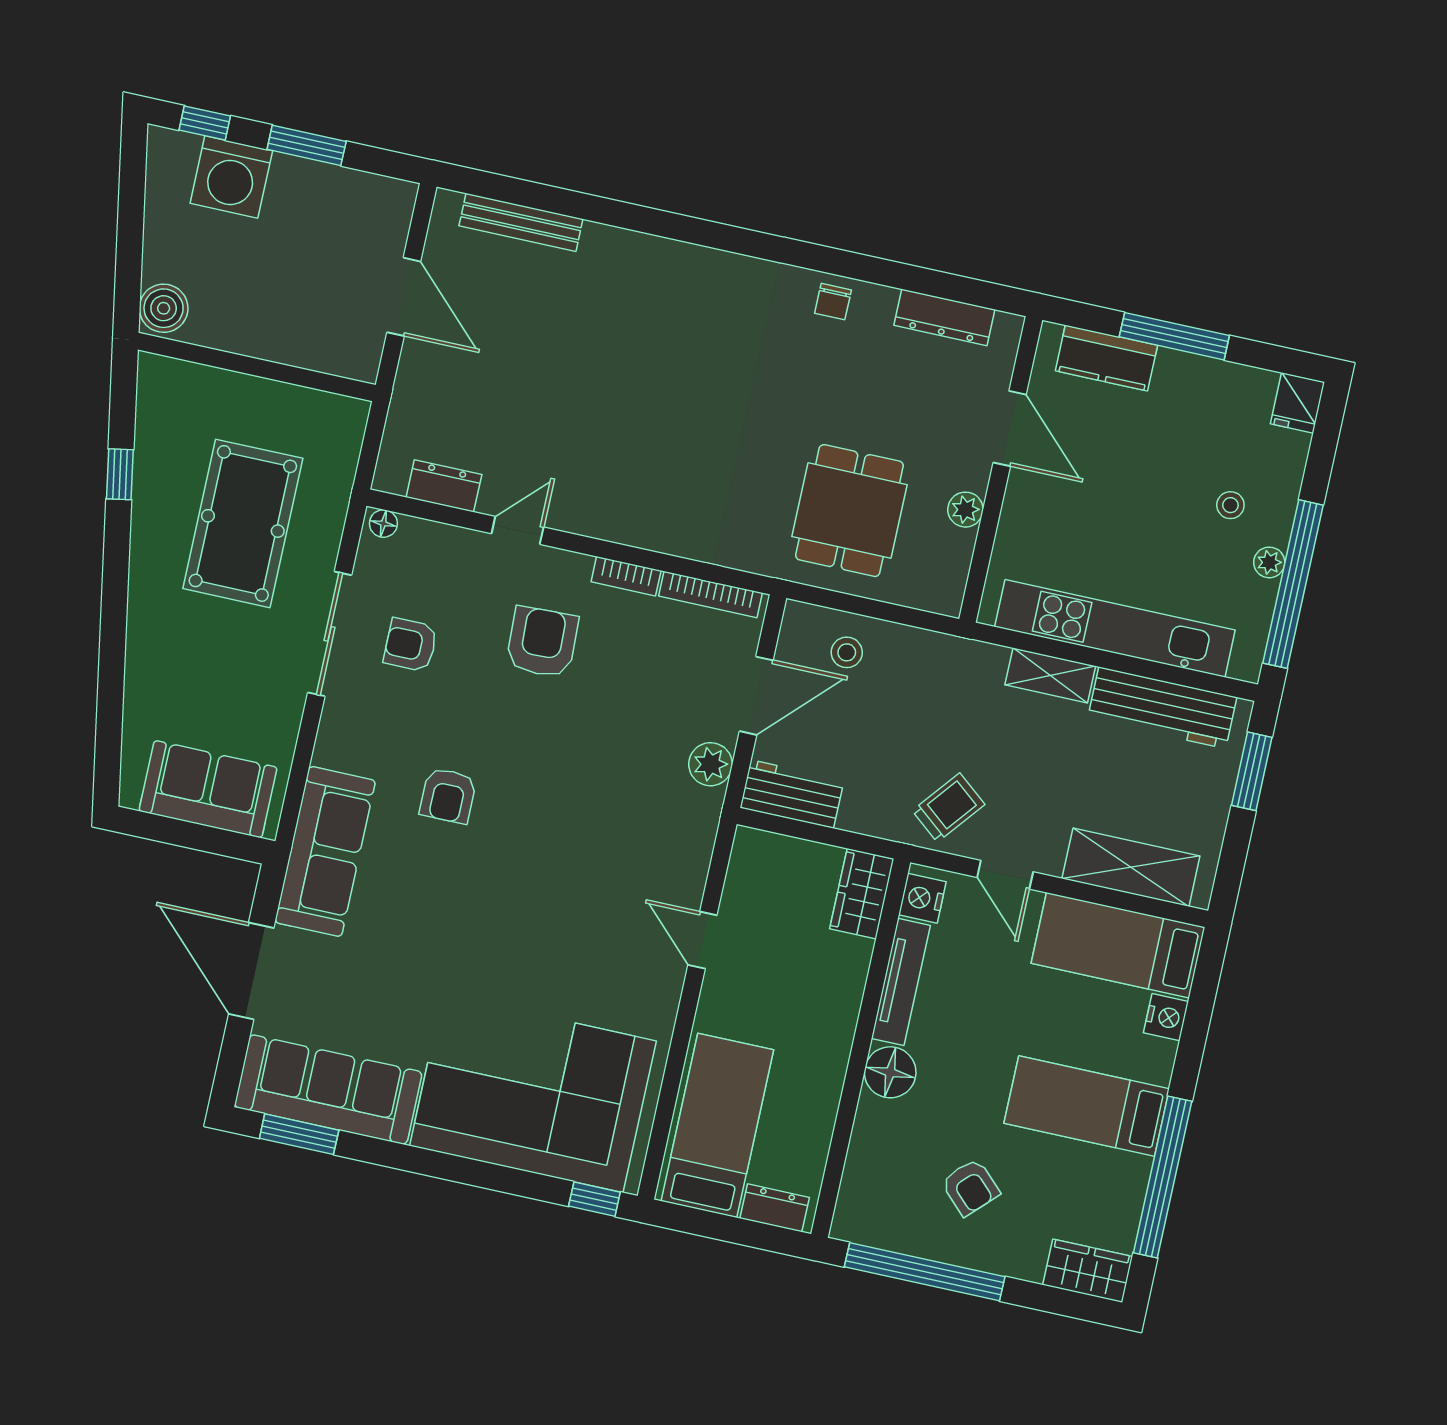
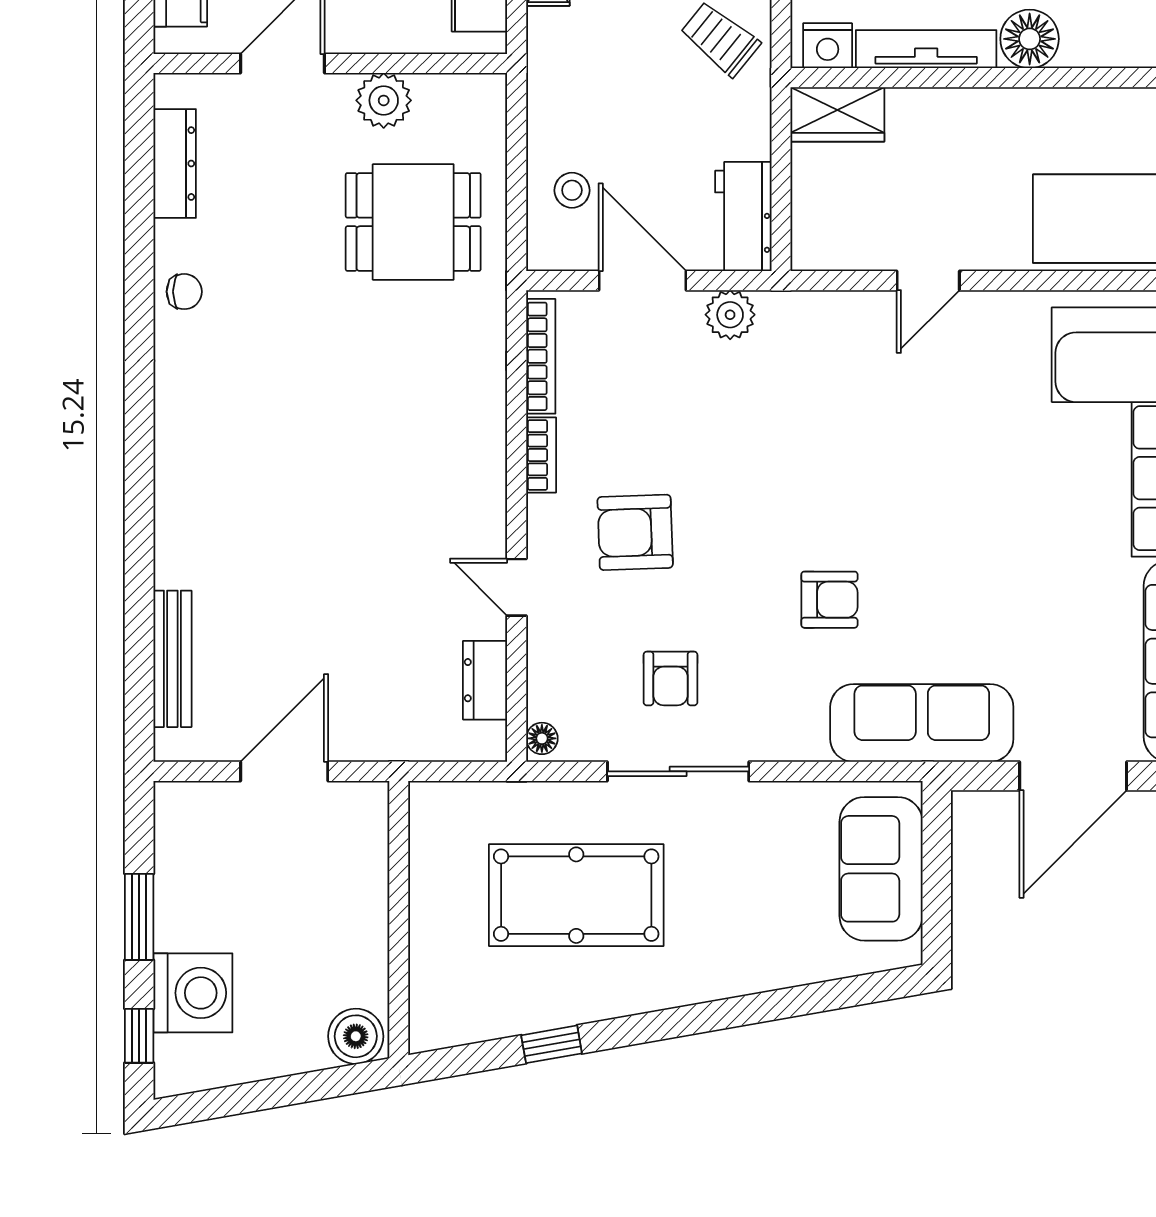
plant: (965, 510) -> (384, 100), width x1.38, depth x1.38

